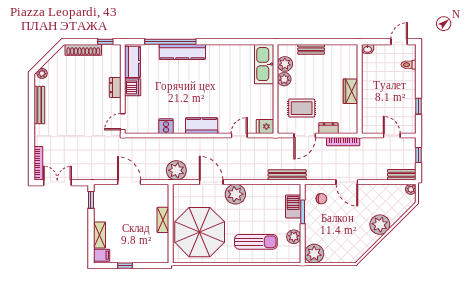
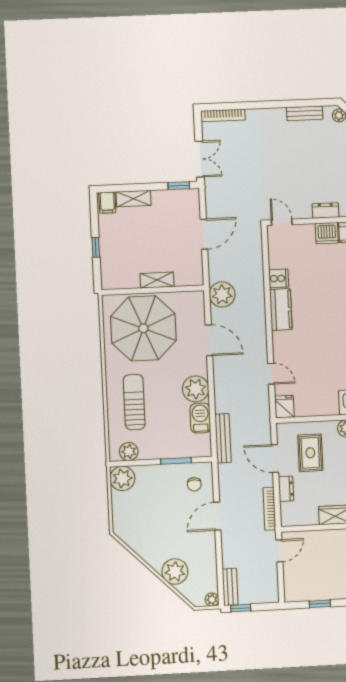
bench: (39, 105) -> (305, 113), width x0.73
kitchen counter: (202, 126) -> (281, 309), moved
door: (392, 136) -> (279, 551), moved
window: (419, 155) -> (241, 608), moved
door: (211, 182) -> (209, 340), hinge flipped
double door: (57, 183) -> (200, 159), moved
plant: (235, 194) -> (196, 389), moved
barbecue: (293, 206) -> (200, 418), moved, turned -90
plant: (380, 225) -> (175, 572), moved
plant: (294, 237) -> (129, 452), moved
sun lounger: (256, 242) -> (134, 402), turned 180
window: (125, 266) -> (96, 247), moved

